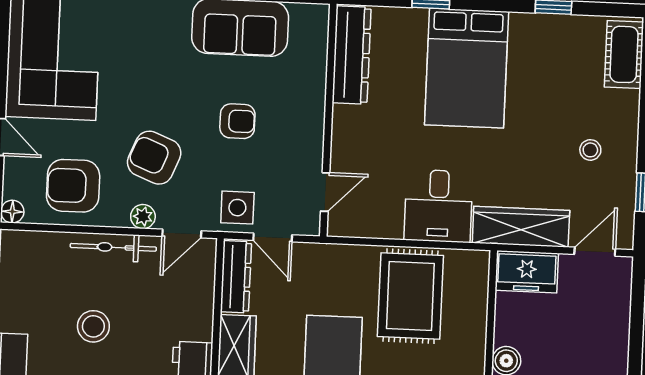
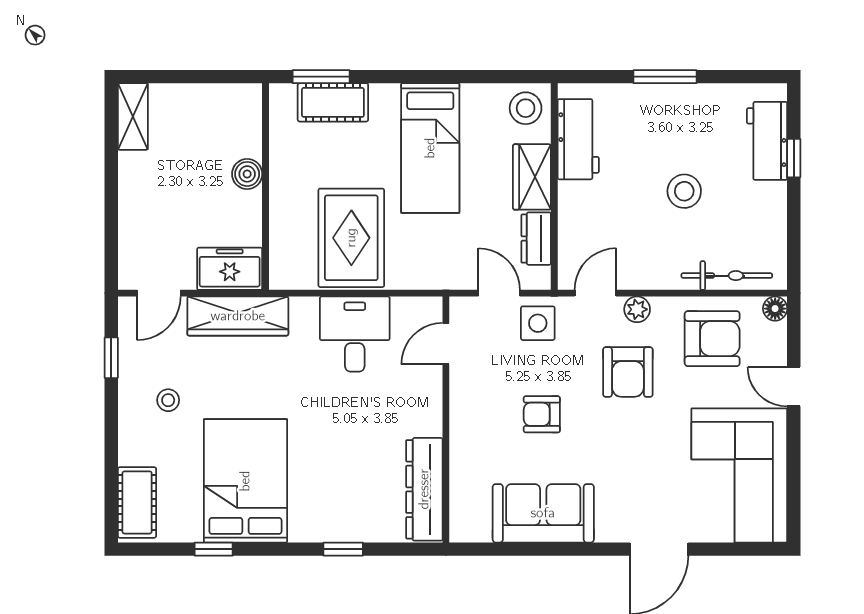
bed: (467, 68) -> (245, 481), moved
armchair: (154, 158) -> (628, 372), turned 68
desk: (438, 206) -> (355, 334), moved
bicycle: (113, 247) -> (727, 276), moved
dresser: (236, 277) -> (536, 239), width x0.70

